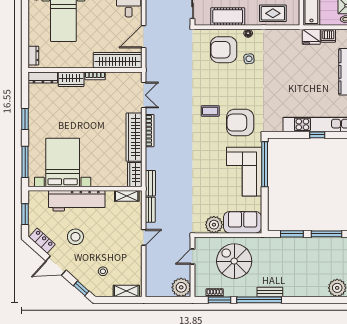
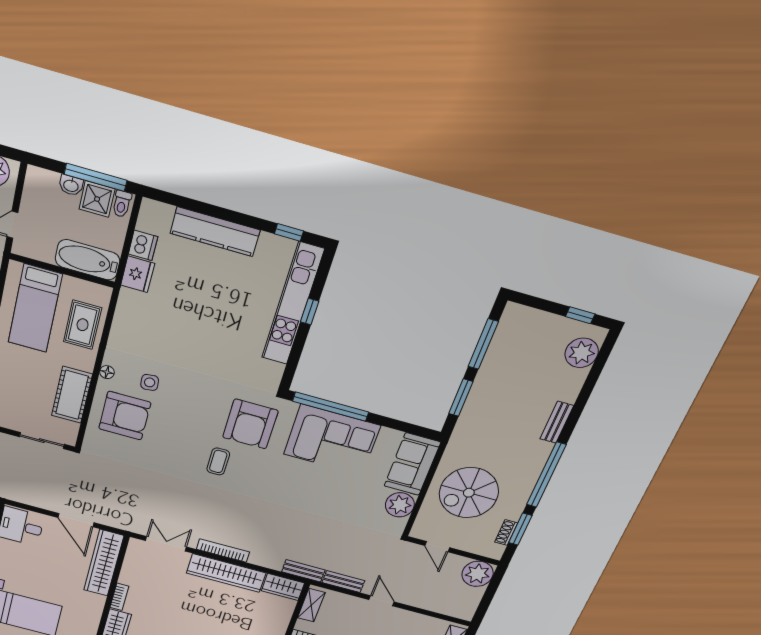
armchair: (224, 50) -> (125, 416), turned -90
bench: (270, 292) -> (557, 422), moved

